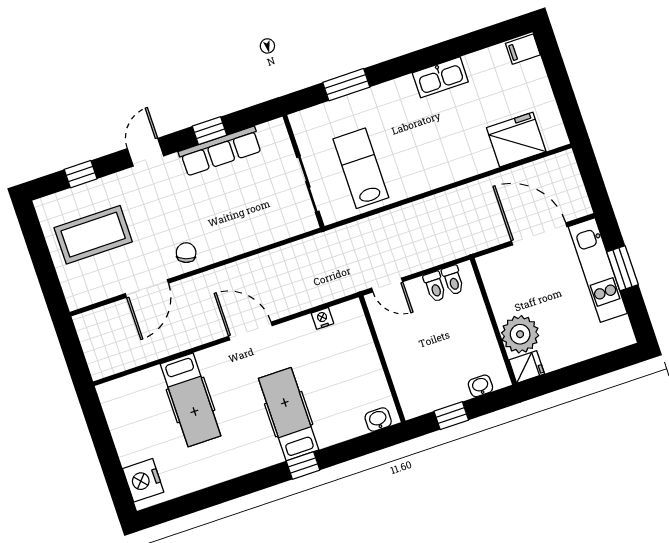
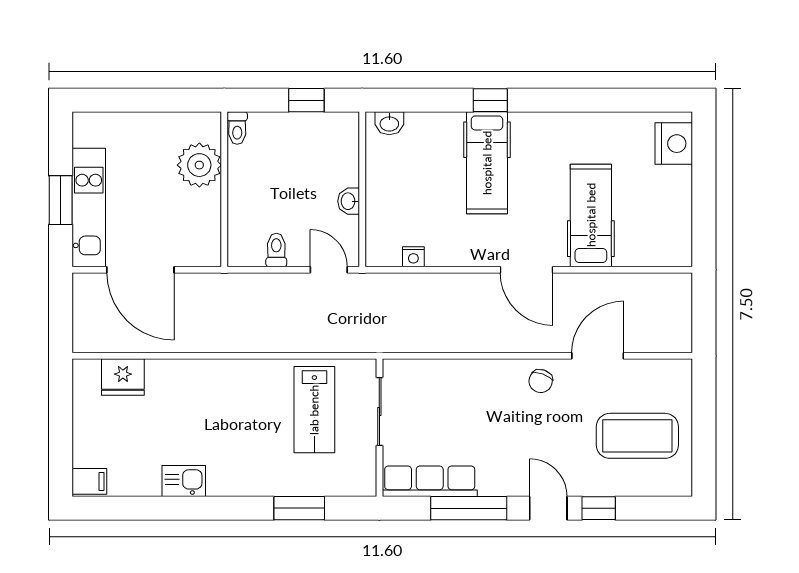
kitchen sink: (440, 77) -> (184, 481), width x0.73
window: (210, 131) -> (469, 508), width x2.17
fridge: (516, 140) -> (123, 377), width x0.73, depth x0.75
row of seats: (220, 151) -> (430, 481), moved
door: (145, 152) -> (548, 508), swing flipped
window: (81, 174) -> (599, 508), moved
toilet: (453, 280) -> (237, 128), moved, turned 180
door: (250, 331) -> (526, 270), moved
fridge: (527, 367) -> (204, 126), removed
washbasin: (480, 386) -> (349, 201), moved, turned 90

